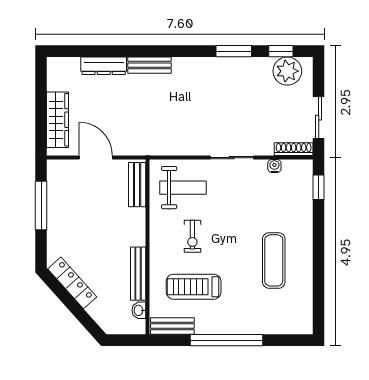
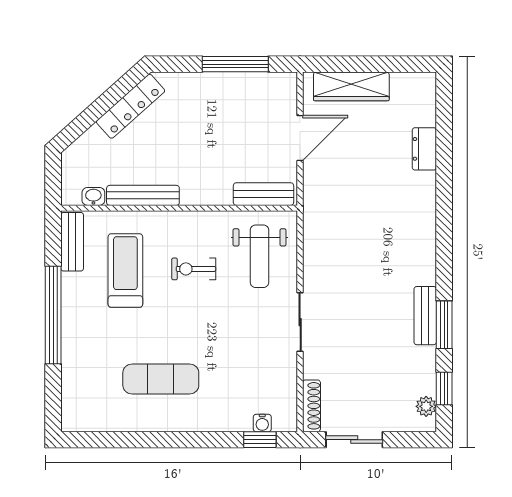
bench: (150, 65) -> (425, 316), moved
dresser: (104, 66) -> (424, 149), width x0.70
plant: (287, 71) -> (426, 406), width x0.53, depth x0.53
water cooler: (274, 166) -> (262, 423), moved, turned 90

